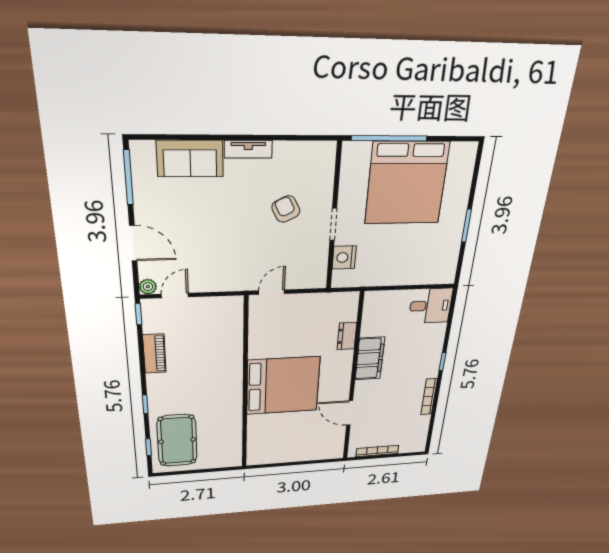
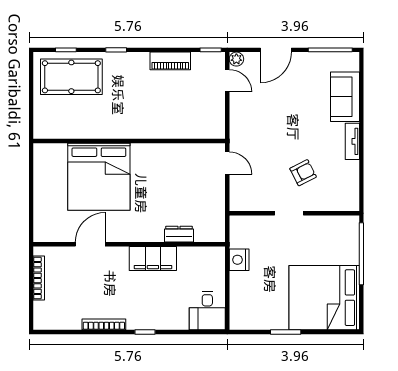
bed: (407, 183) -> (324, 298), moved
nightstand: (344, 257) -> (239, 260), moved, turned -90
bed: (283, 386) -> (99, 177), moved

